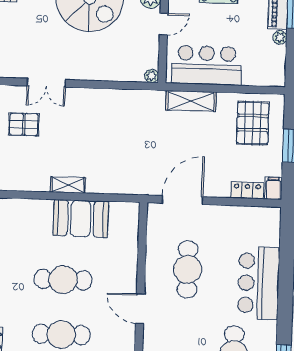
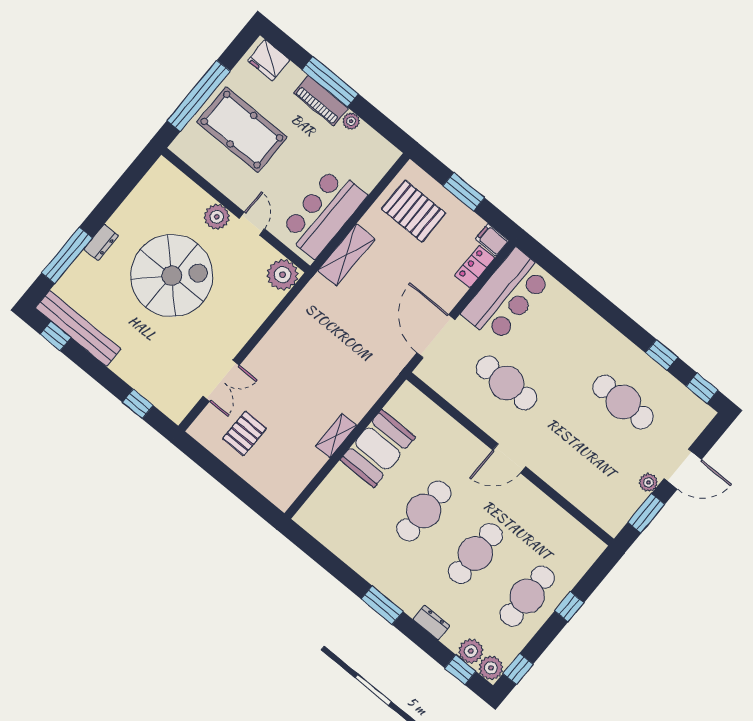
plant: (152, 76) -> (283, 275), width x1.88, depth x1.88
bar counter: (259, 283) -> (507, 296), moved, turned -90

